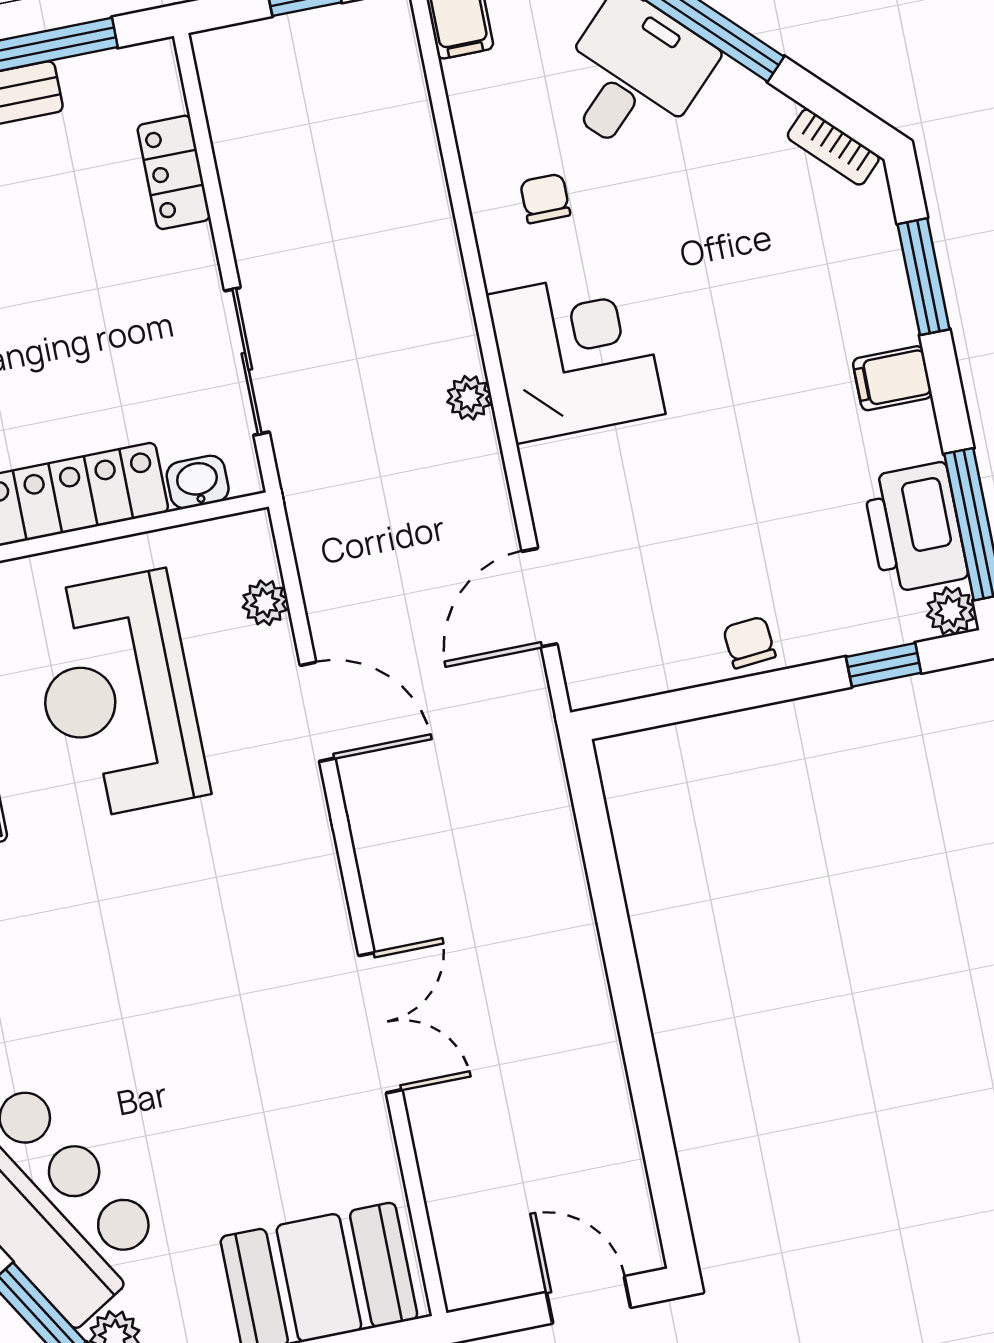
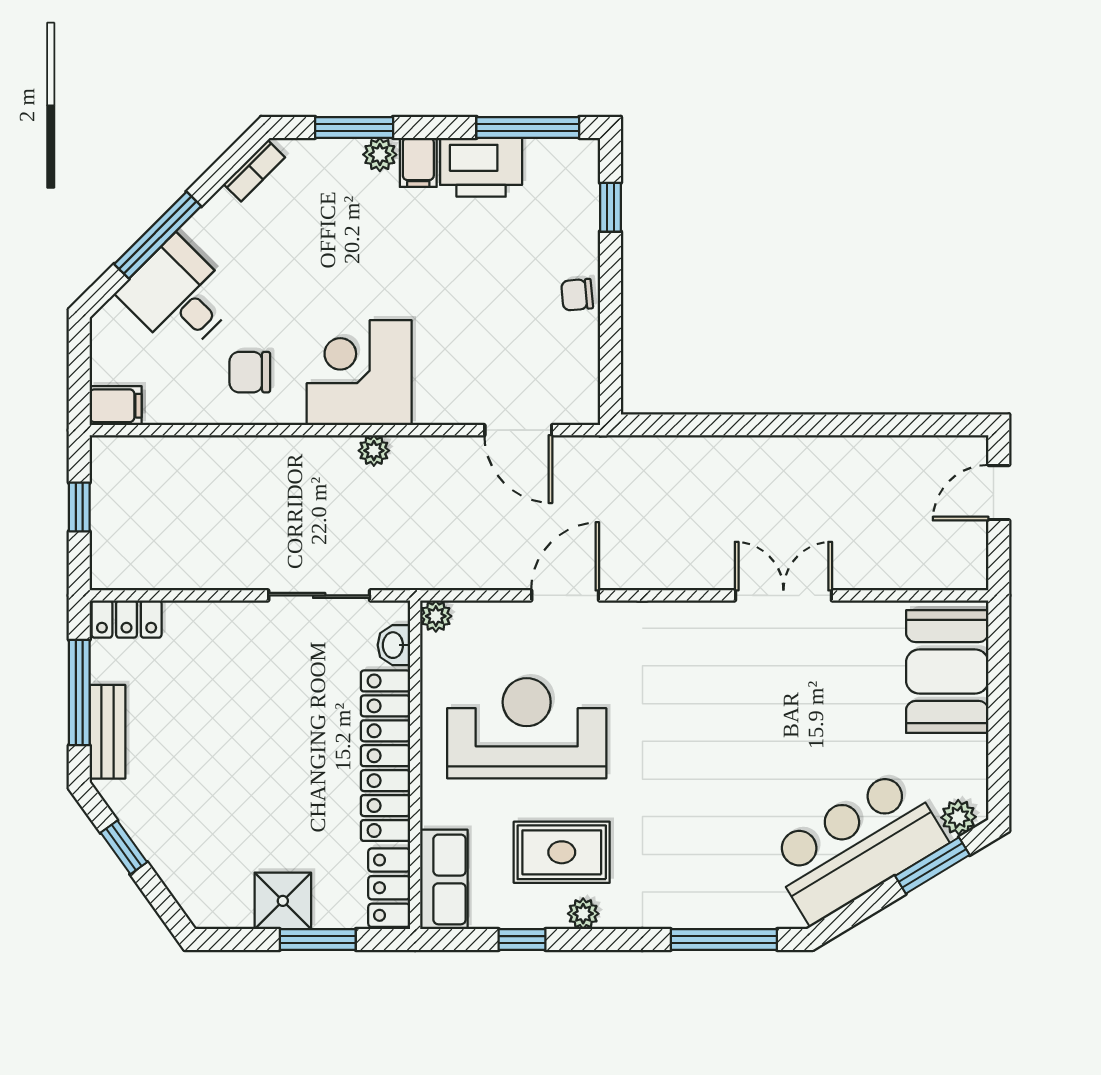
locker: (174, 172) -> (127, 619), moved
chair: (545, 198) -> (250, 372), width x1.37, depth x1.37
printer: (915, 528) -> (481, 167), moved
plant: (265, 603) -> (436, 616), moved
plant: (951, 611) -> (380, 155), moved
reception desk: (117, 695) -> (527, 728), turned 180

